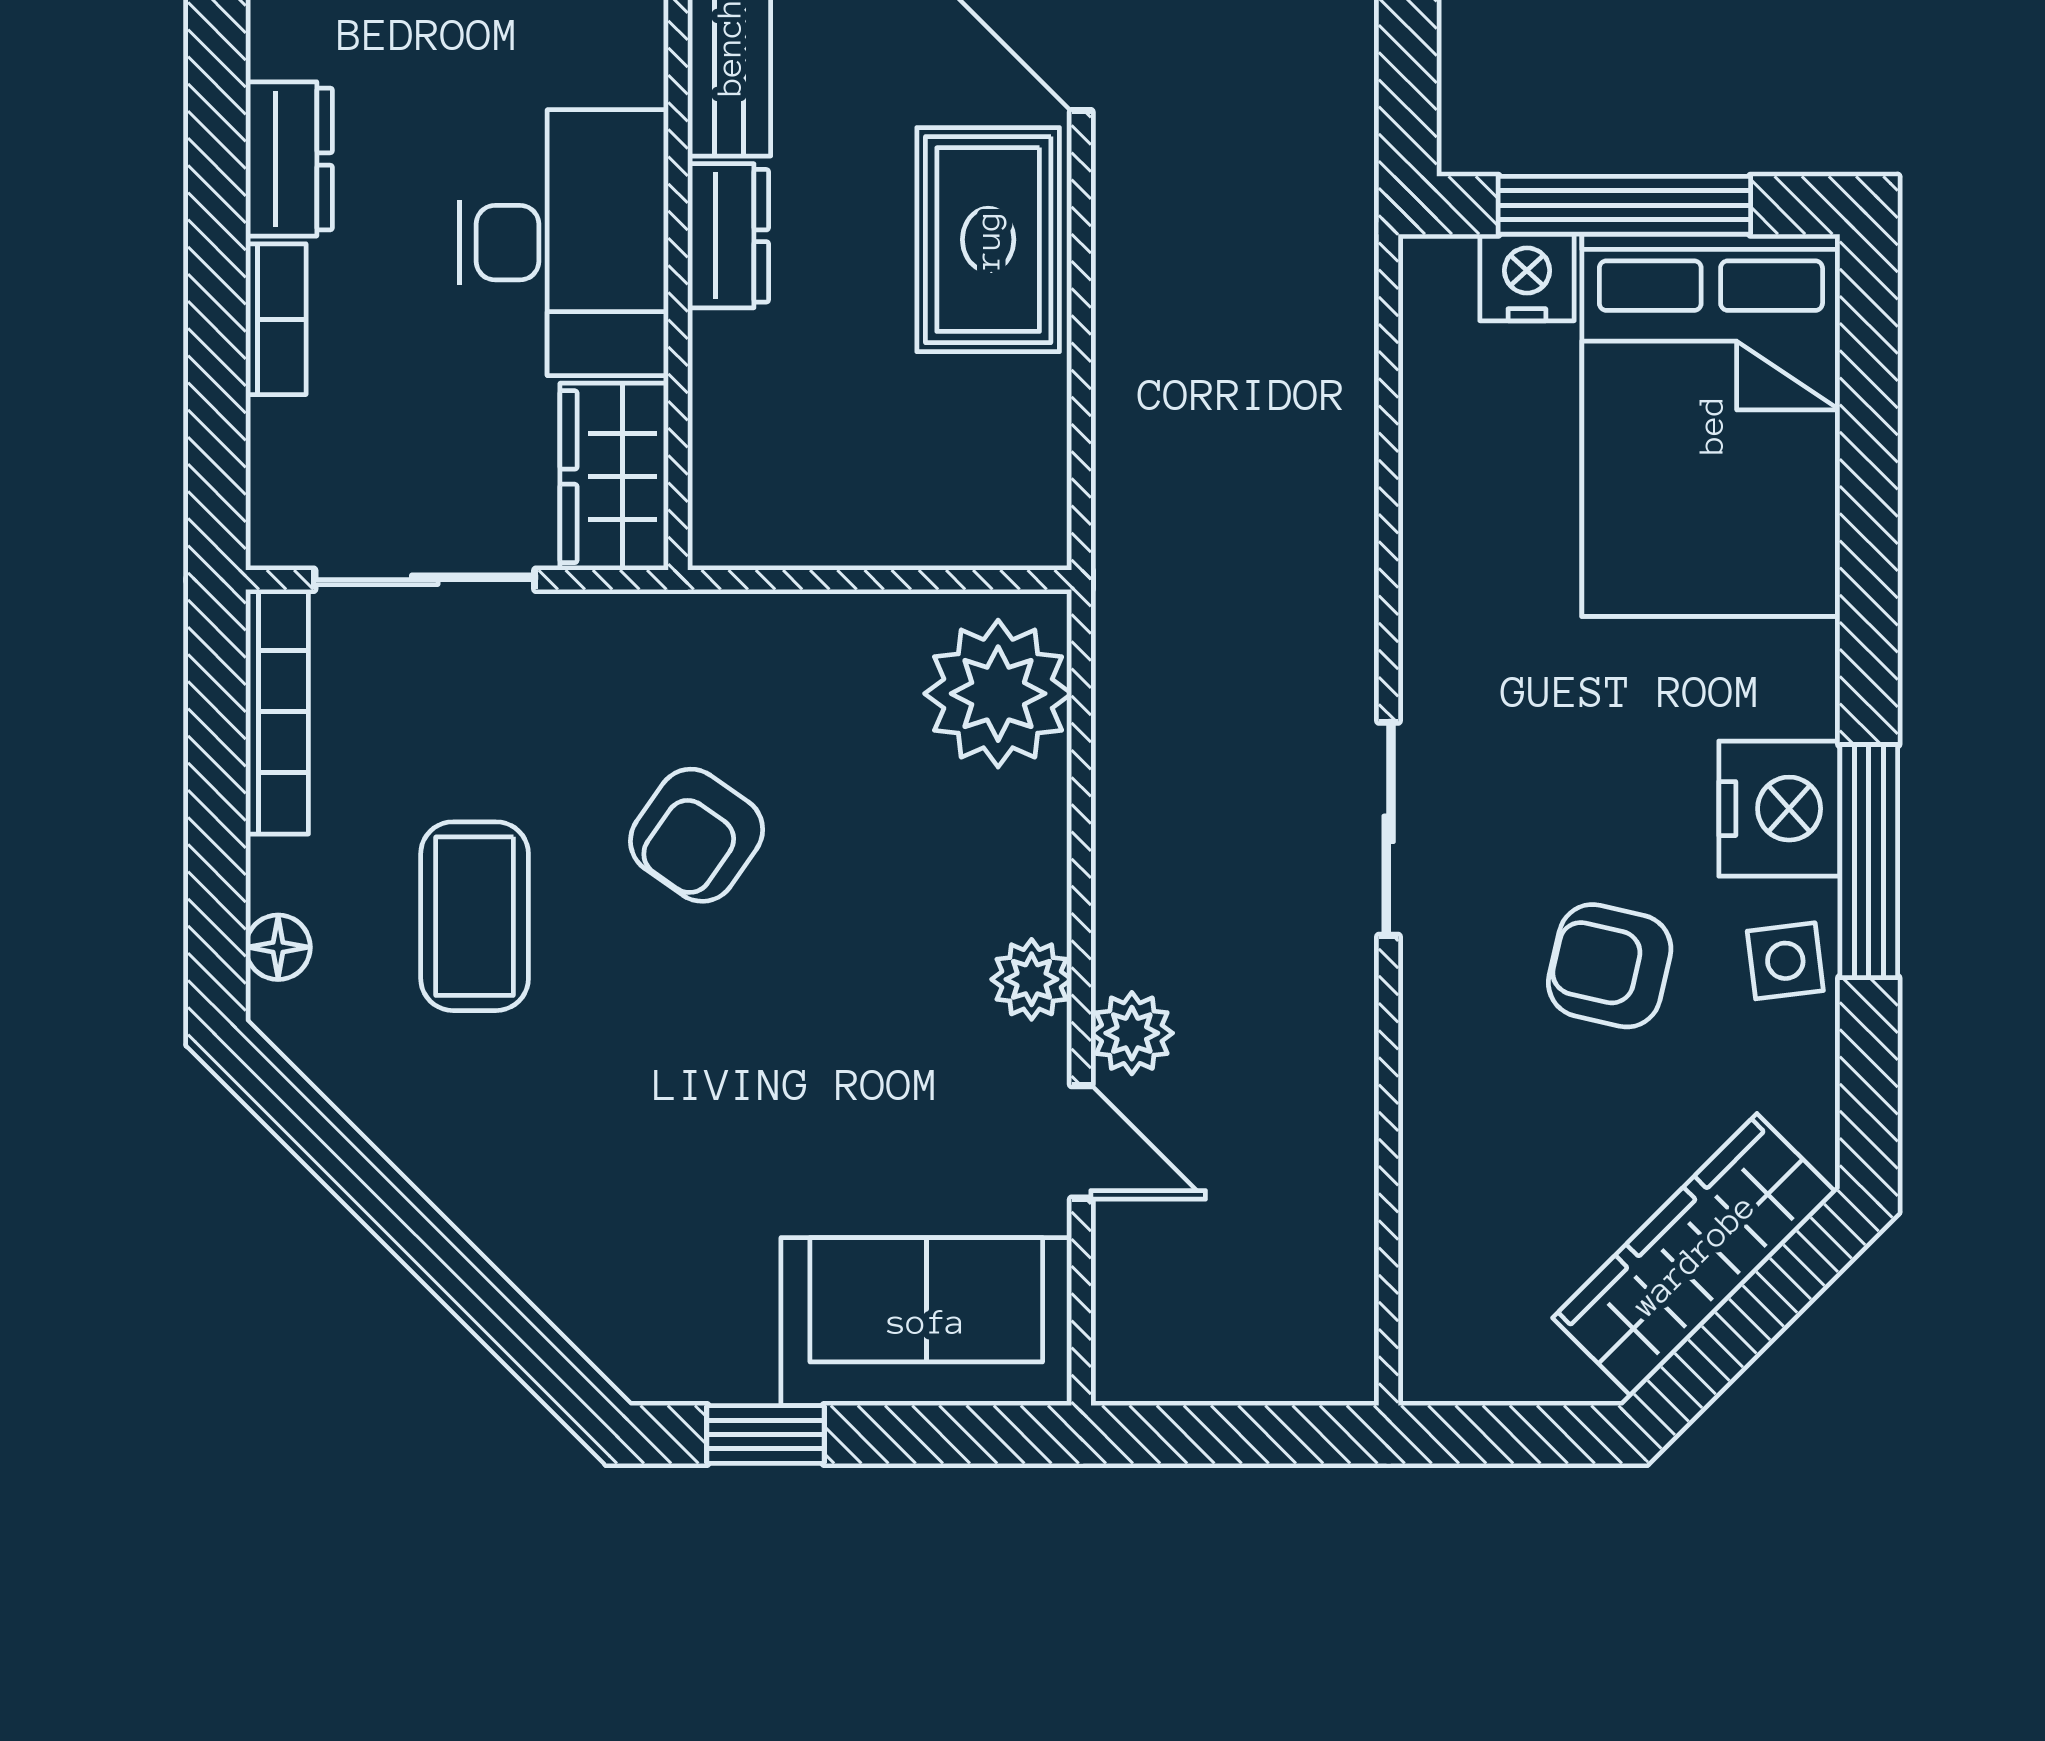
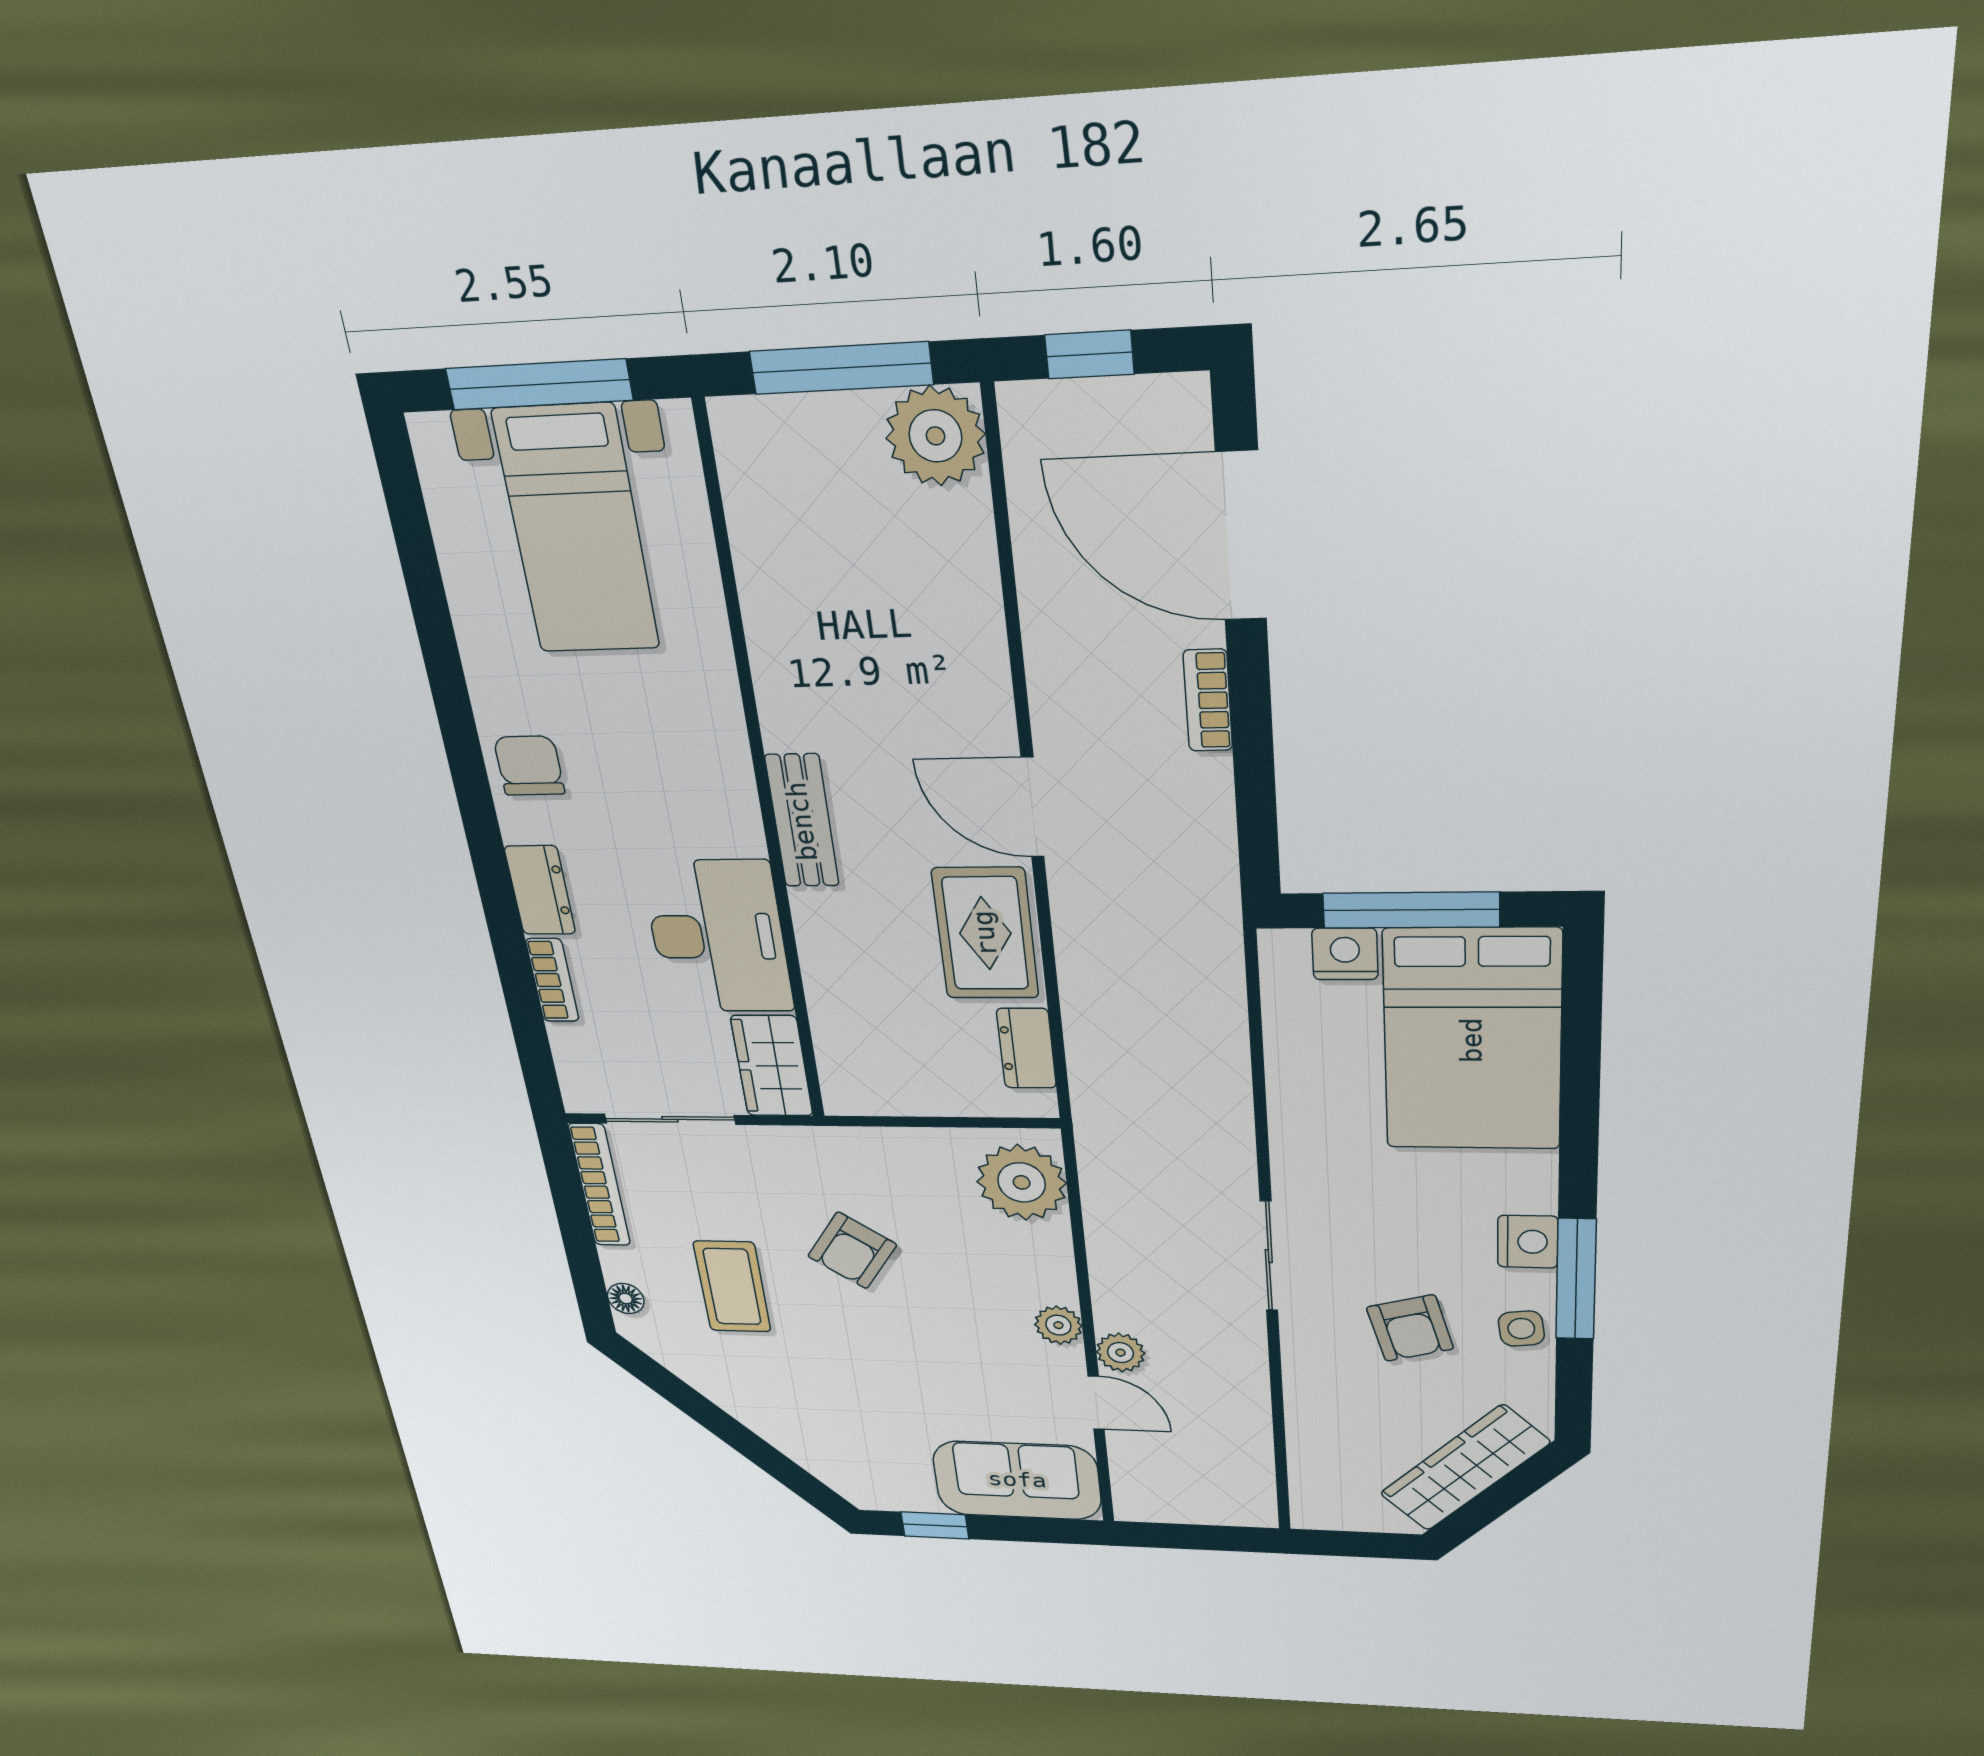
dresser: (728, 236) -> (1026, 1048), moved, turned 180
nightstand: (1779, 809) -> (1528, 1242), width x0.74, depth x0.75
armchair: (1610, 966) -> (1410, 1328), turned -118

